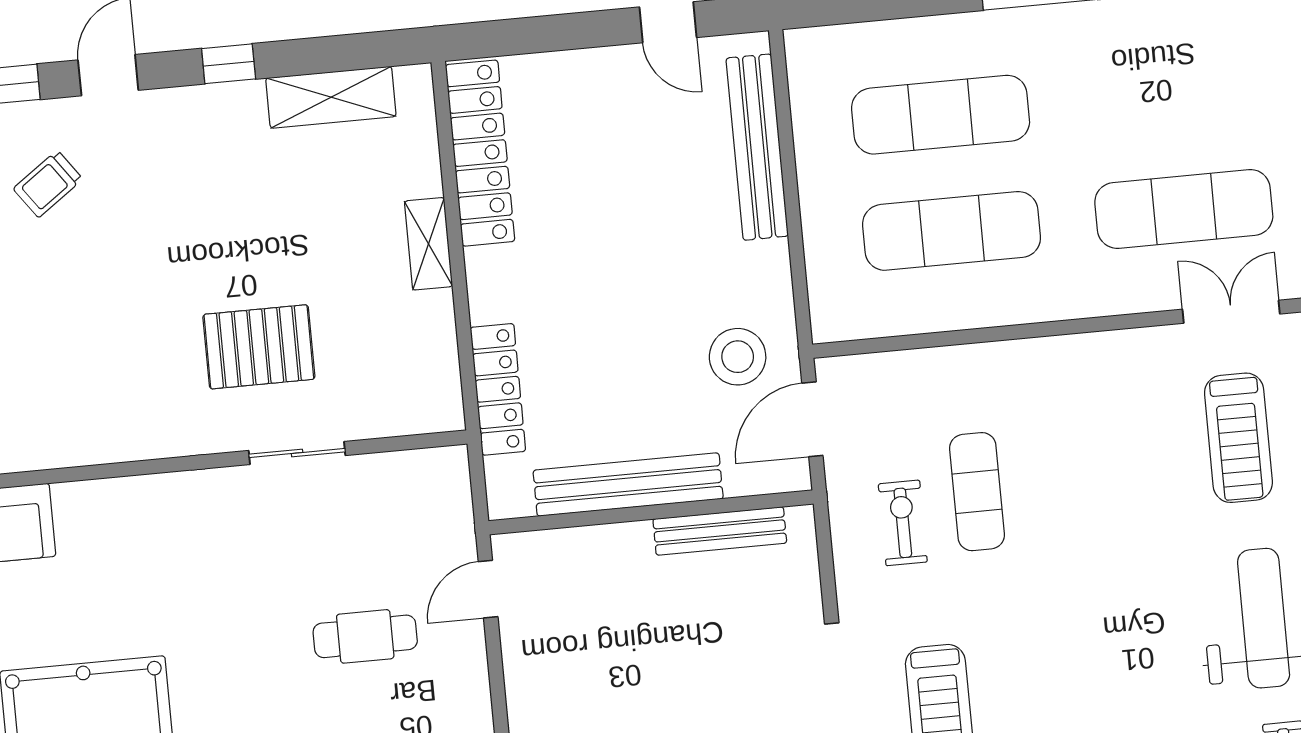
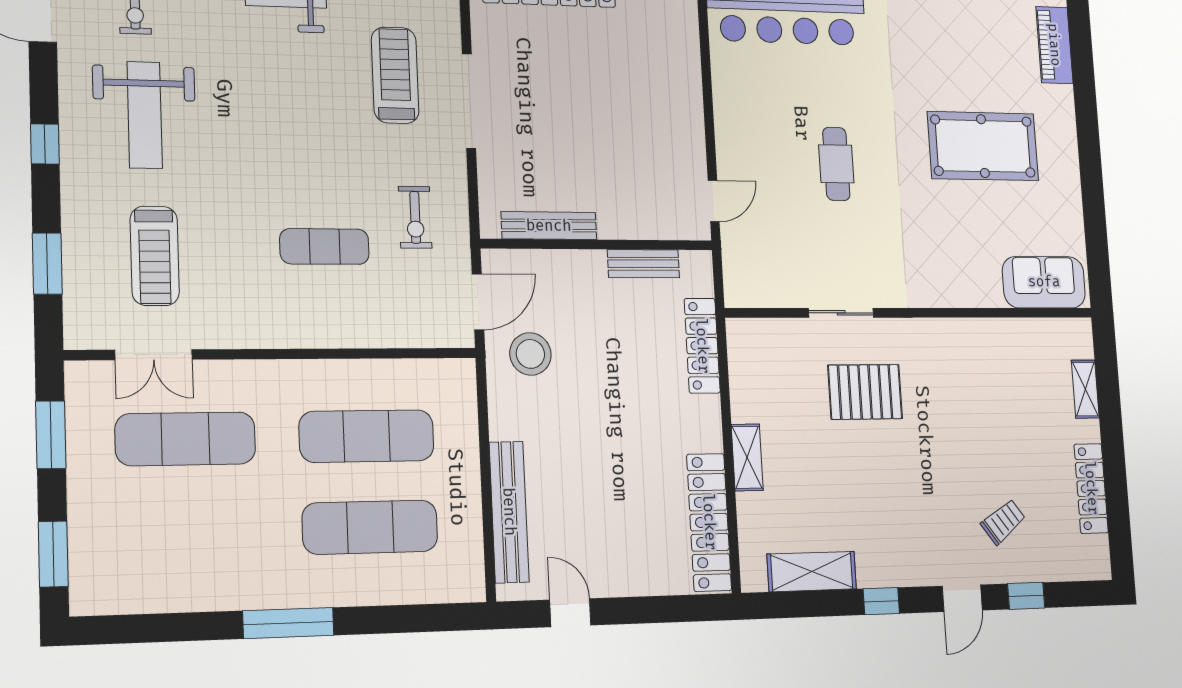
treadmill: (1238, 438) -> (155, 256), turned 180
bench: (628, 485) -> (643, 264), width x0.54, depth x0.82
exercise mat: (977, 492) -> (324, 246), moved, turned 90
cafe table: (365, 636) -> (836, 164), moved, turned 90

